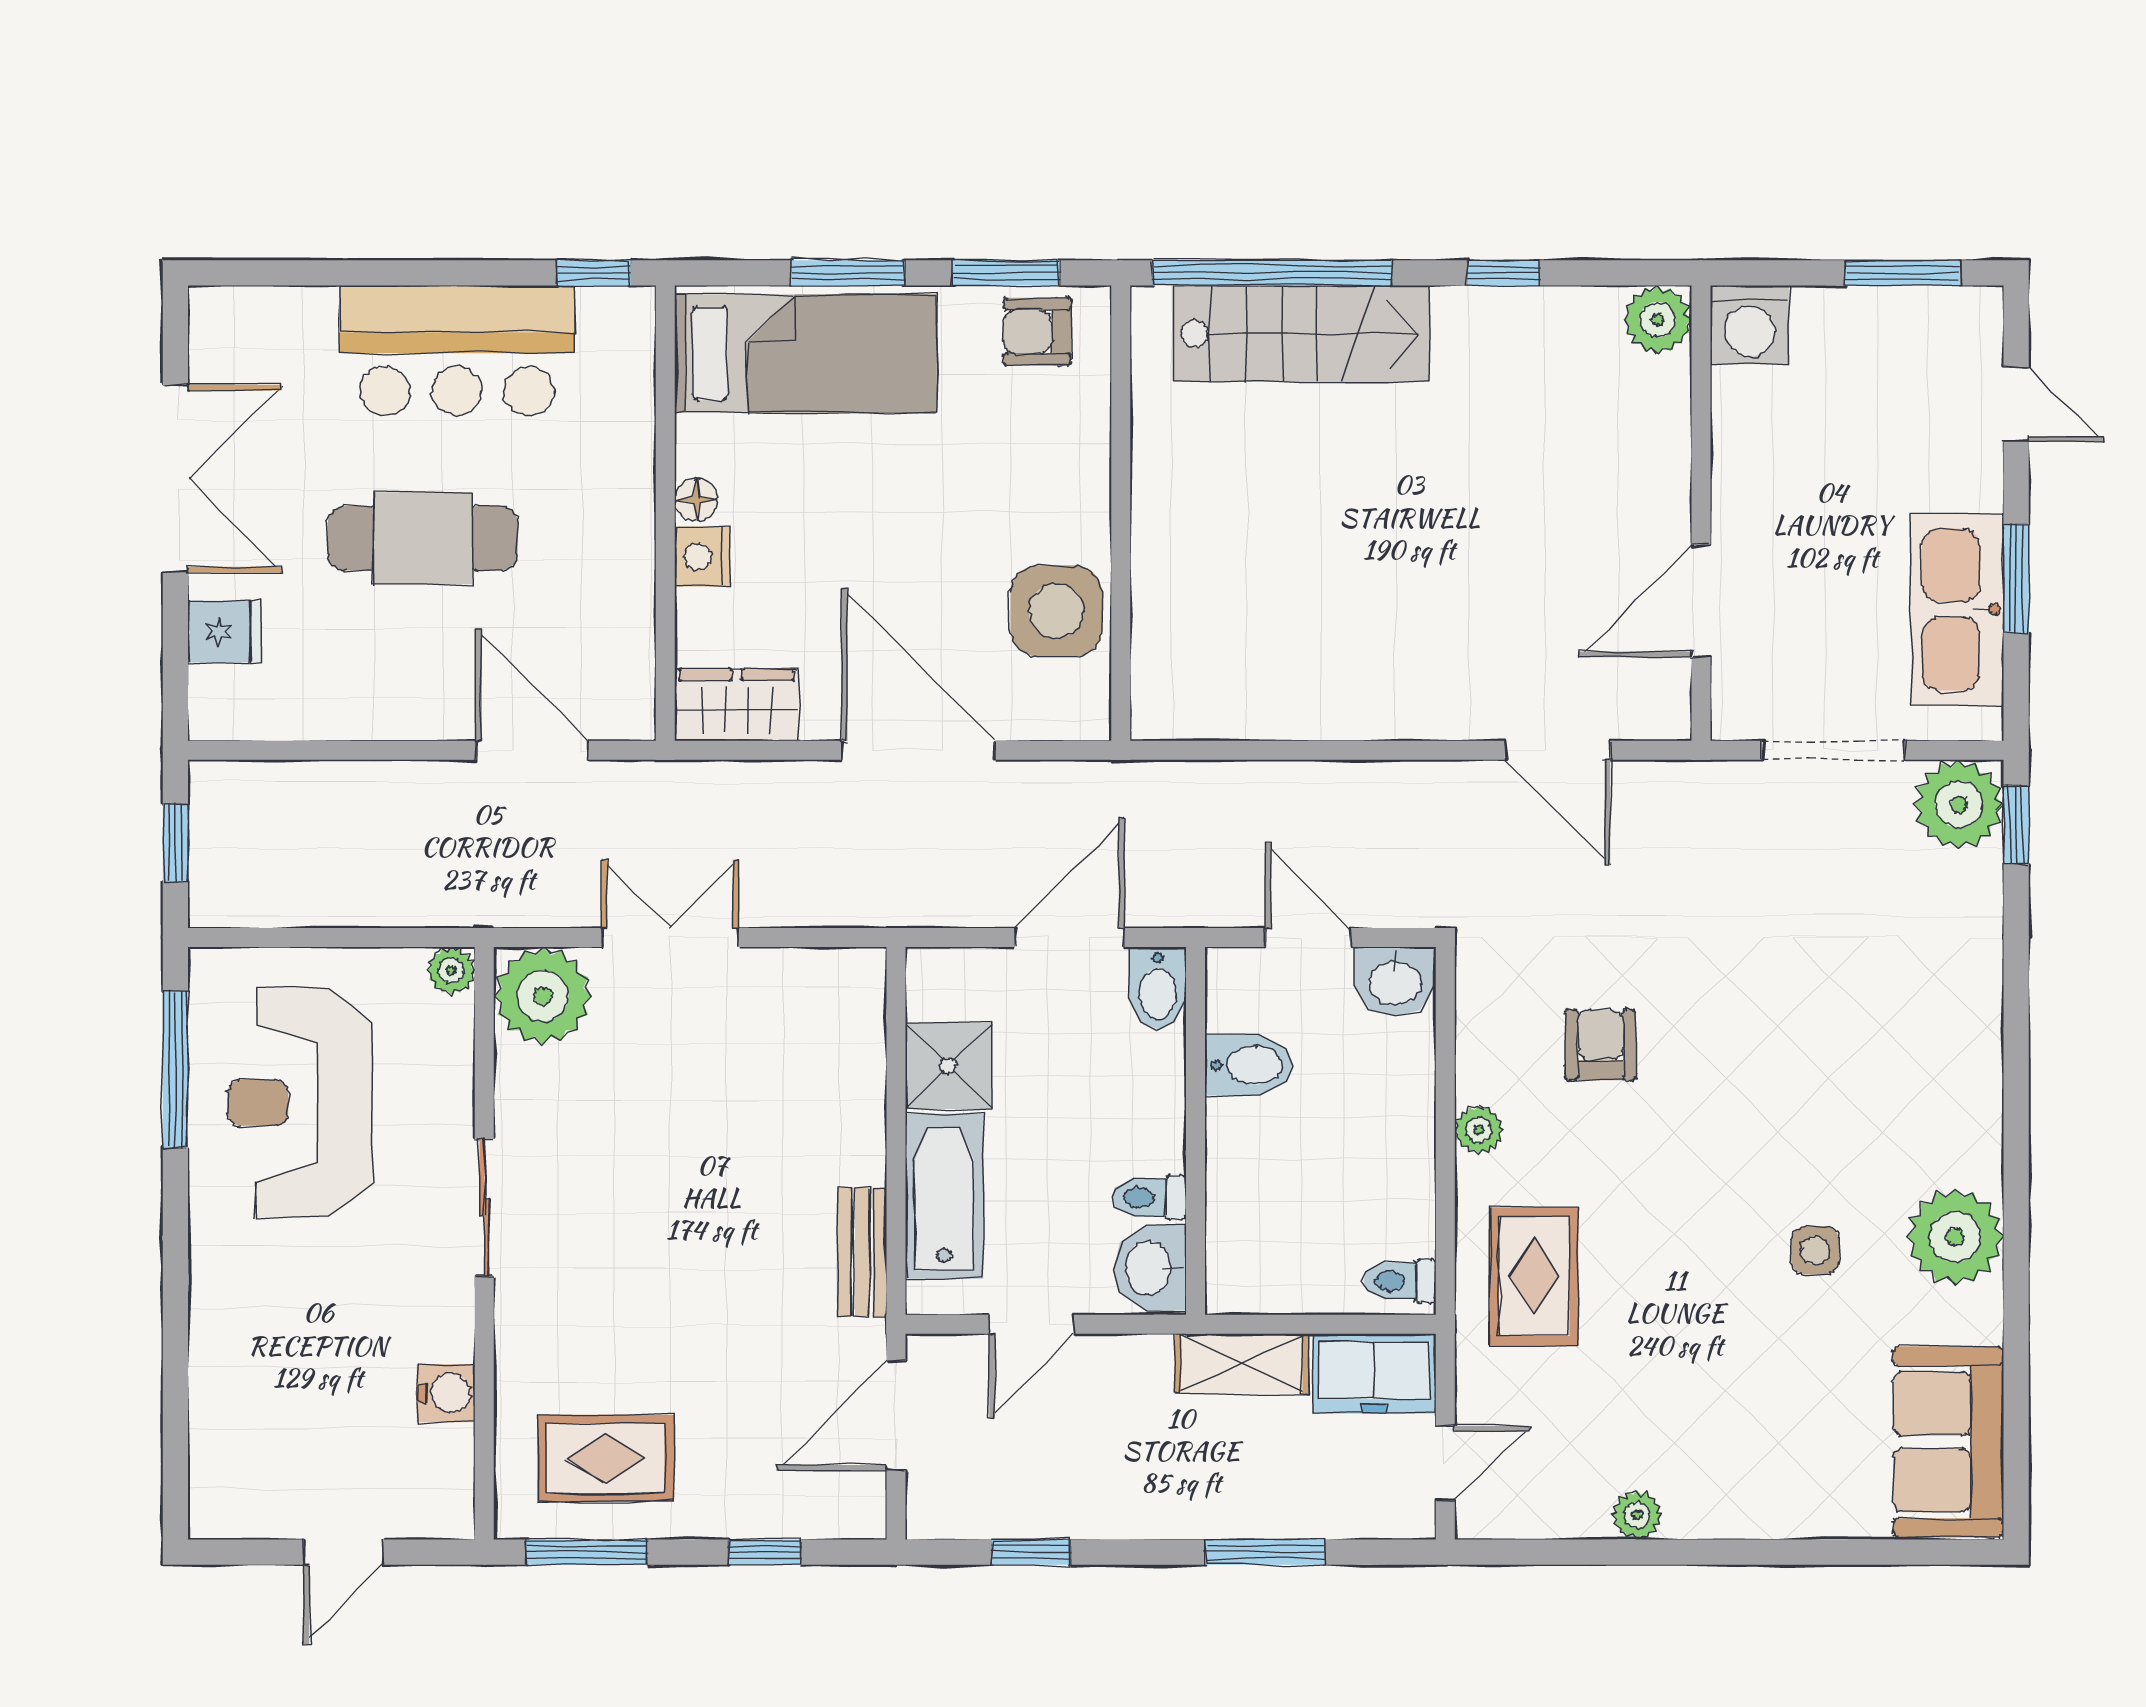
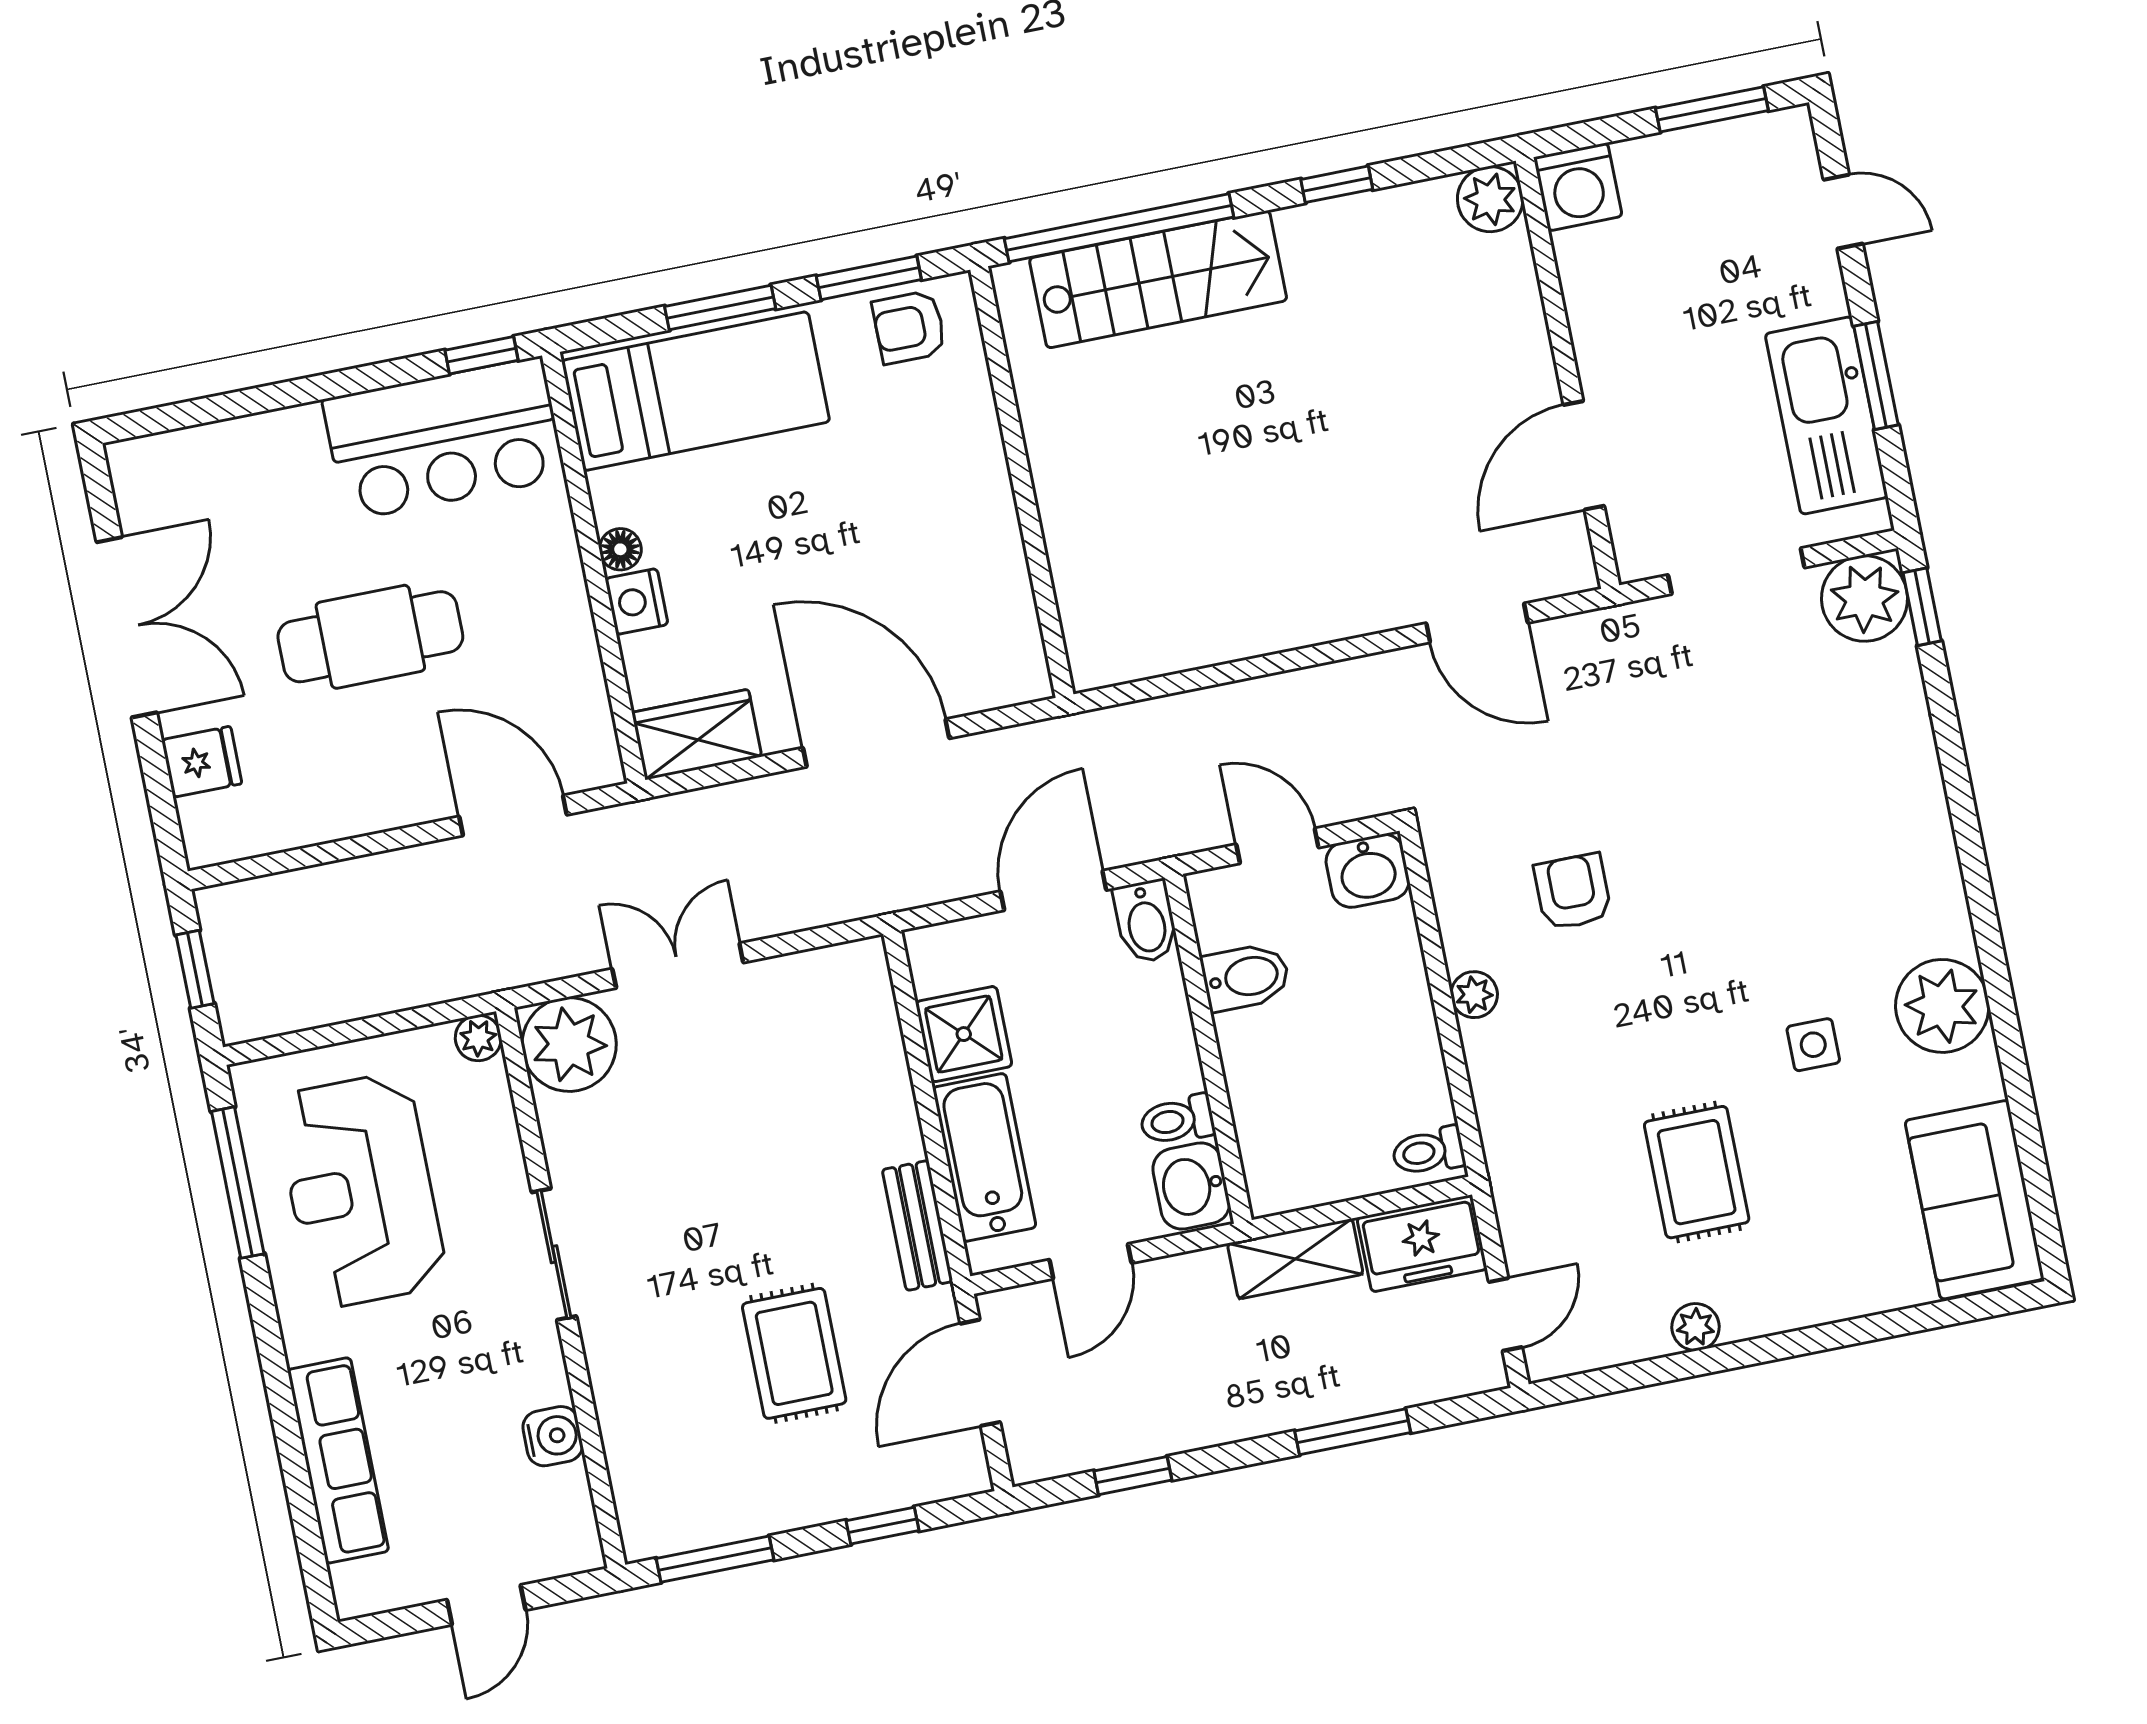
bar counter: (457, 351) -> (444, 439), moved
side table: (1056, 611) -> (980, 586), removed
rug: (1534, 1277) -> (1697, 1172), moved
row of seats: (221, 1374) -> (338, 1460), added
rug: (605, 1458) -> (794, 1353), moved, turned 90

